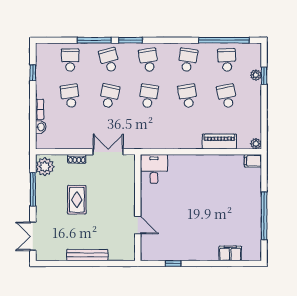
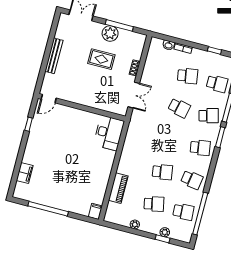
school desk: (148, 96) -> (171, 140), removed
plant: (256, 144) -> (135, 224), moved
plant: (45, 167) -> (110, 33), moved
desk: (154, 169) -> (109, 133), width x1.37
door: (138, 225) -> (49, 99), moved

